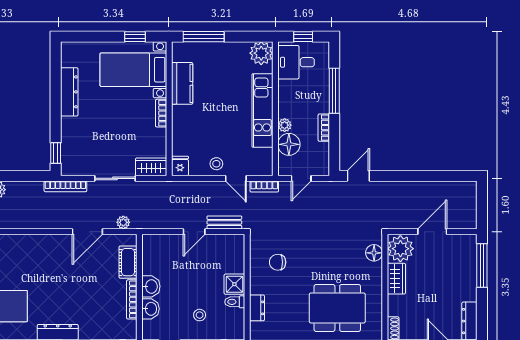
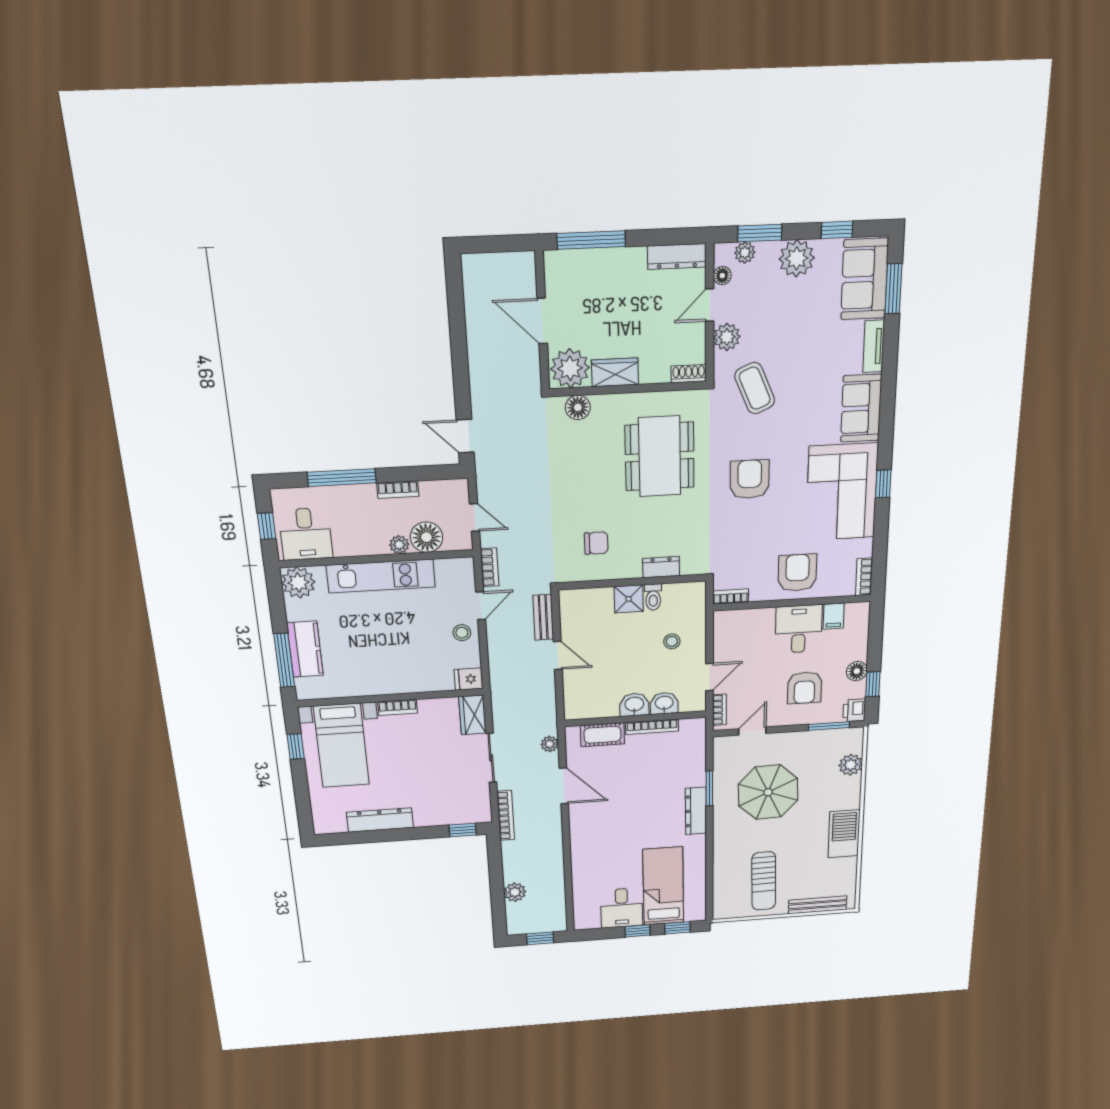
kitchen counter: (182, 83) -> (305, 649), moved, turned 90
chair: (278, 262) -> (596, 543), turned -90

